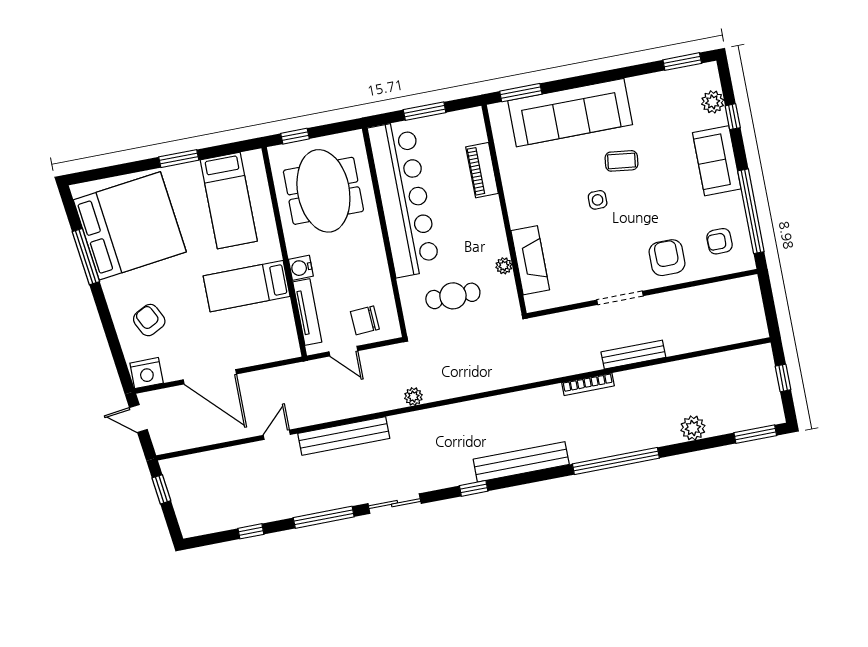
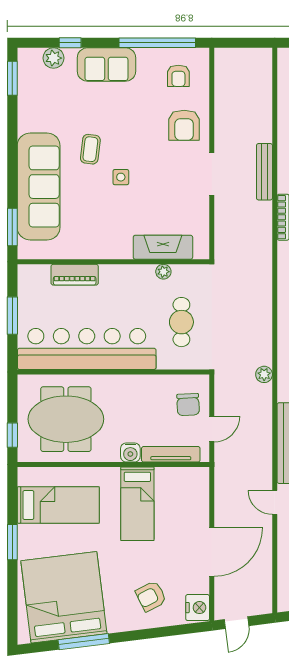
armchair: (667, 258) -> (184, 125), turned -90

